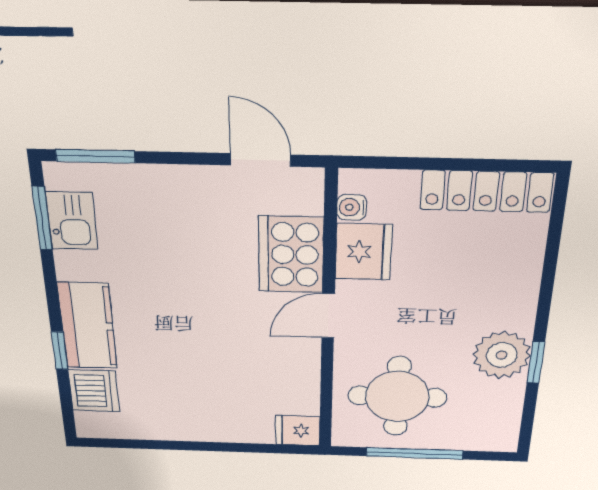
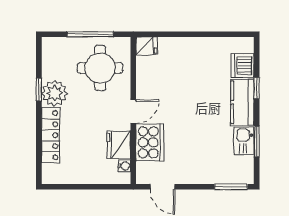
locker: (486, 191) -> (51, 135), moved, turned 90
window: (42, 218) -> (257, 142), moved
kitchen sink: (72, 221) -> (244, 141), moved

